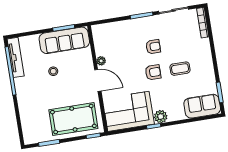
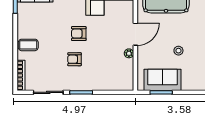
sofa: (64, 40) -> (162, 80), width x0.73
coffee table: (180, 69) -> (28, 45), moved
door: (98, 80) -> (135, 34), swing flipped

